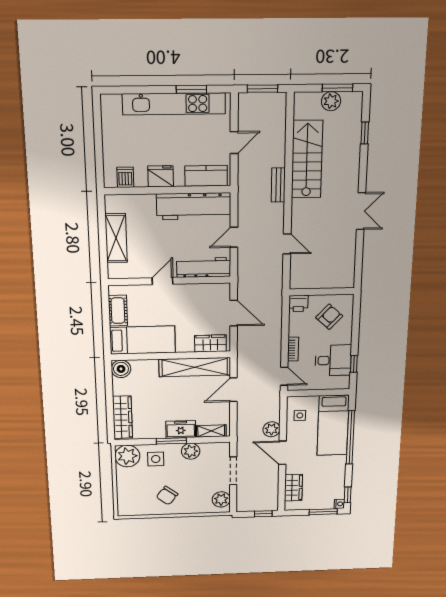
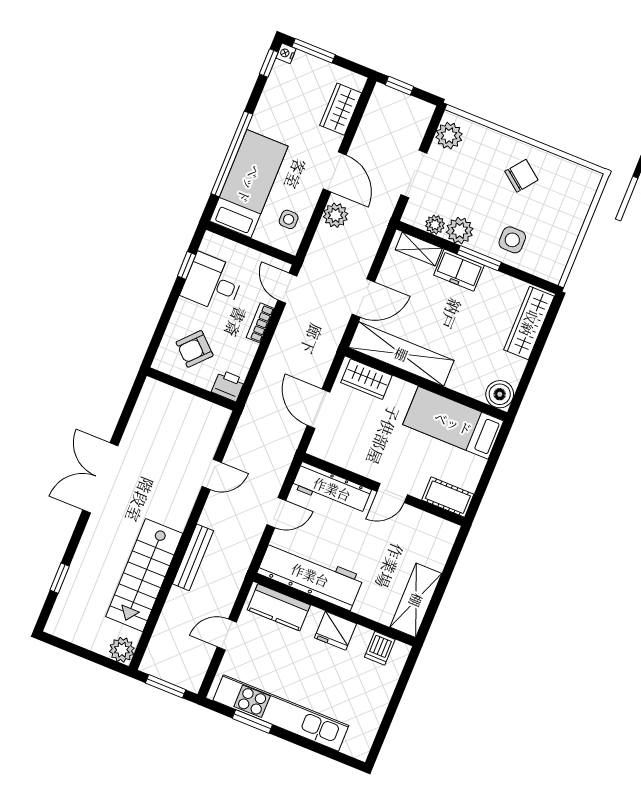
window: (337, 88) -> (73, 649), removed
plant: (331, 101) -> (122, 650), moved
bench: (278, 185) -> (193, 557), width x1.36
double door: (361, 211) -> (100, 478), width x1.37
shelving: (116, 238) -> (416, 600), moved
door: (287, 244) -> (212, 474), swing flipped
cot: (118, 311) -> (448, 497), moved, turned 90
plant: (127, 456) -> (435, 225), moved, width x0.53, depth x0.53

